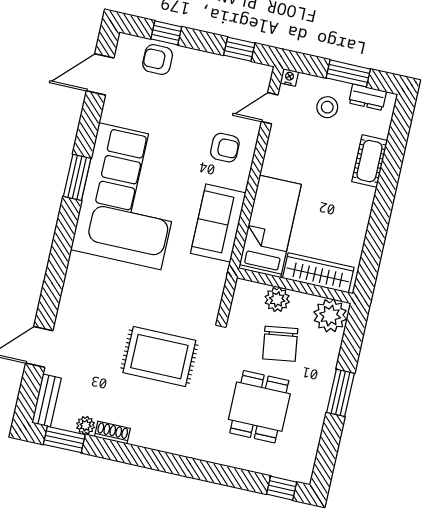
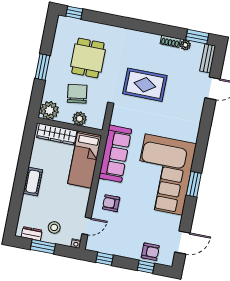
cot: (370, 161) -> (33, 182), moved
sofa: (218, 223) -> (115, 154), width x1.36

